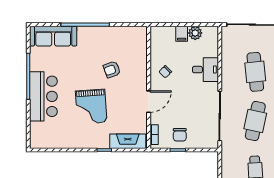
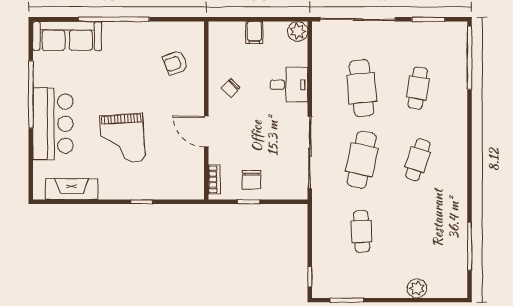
plant: (195, 33) -> (298, 31), moved
armchair: (112, 70) -> (175, 63), moved
door: (149, 102) -> (206, 131), swing flipped
fireplace: (128, 141) -> (72, 189), moved

